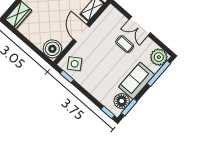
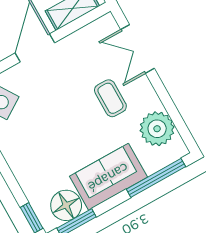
double door: (140, 26) -> (138, 49), moved
plant: (159, 57) -> (157, 129), moved

